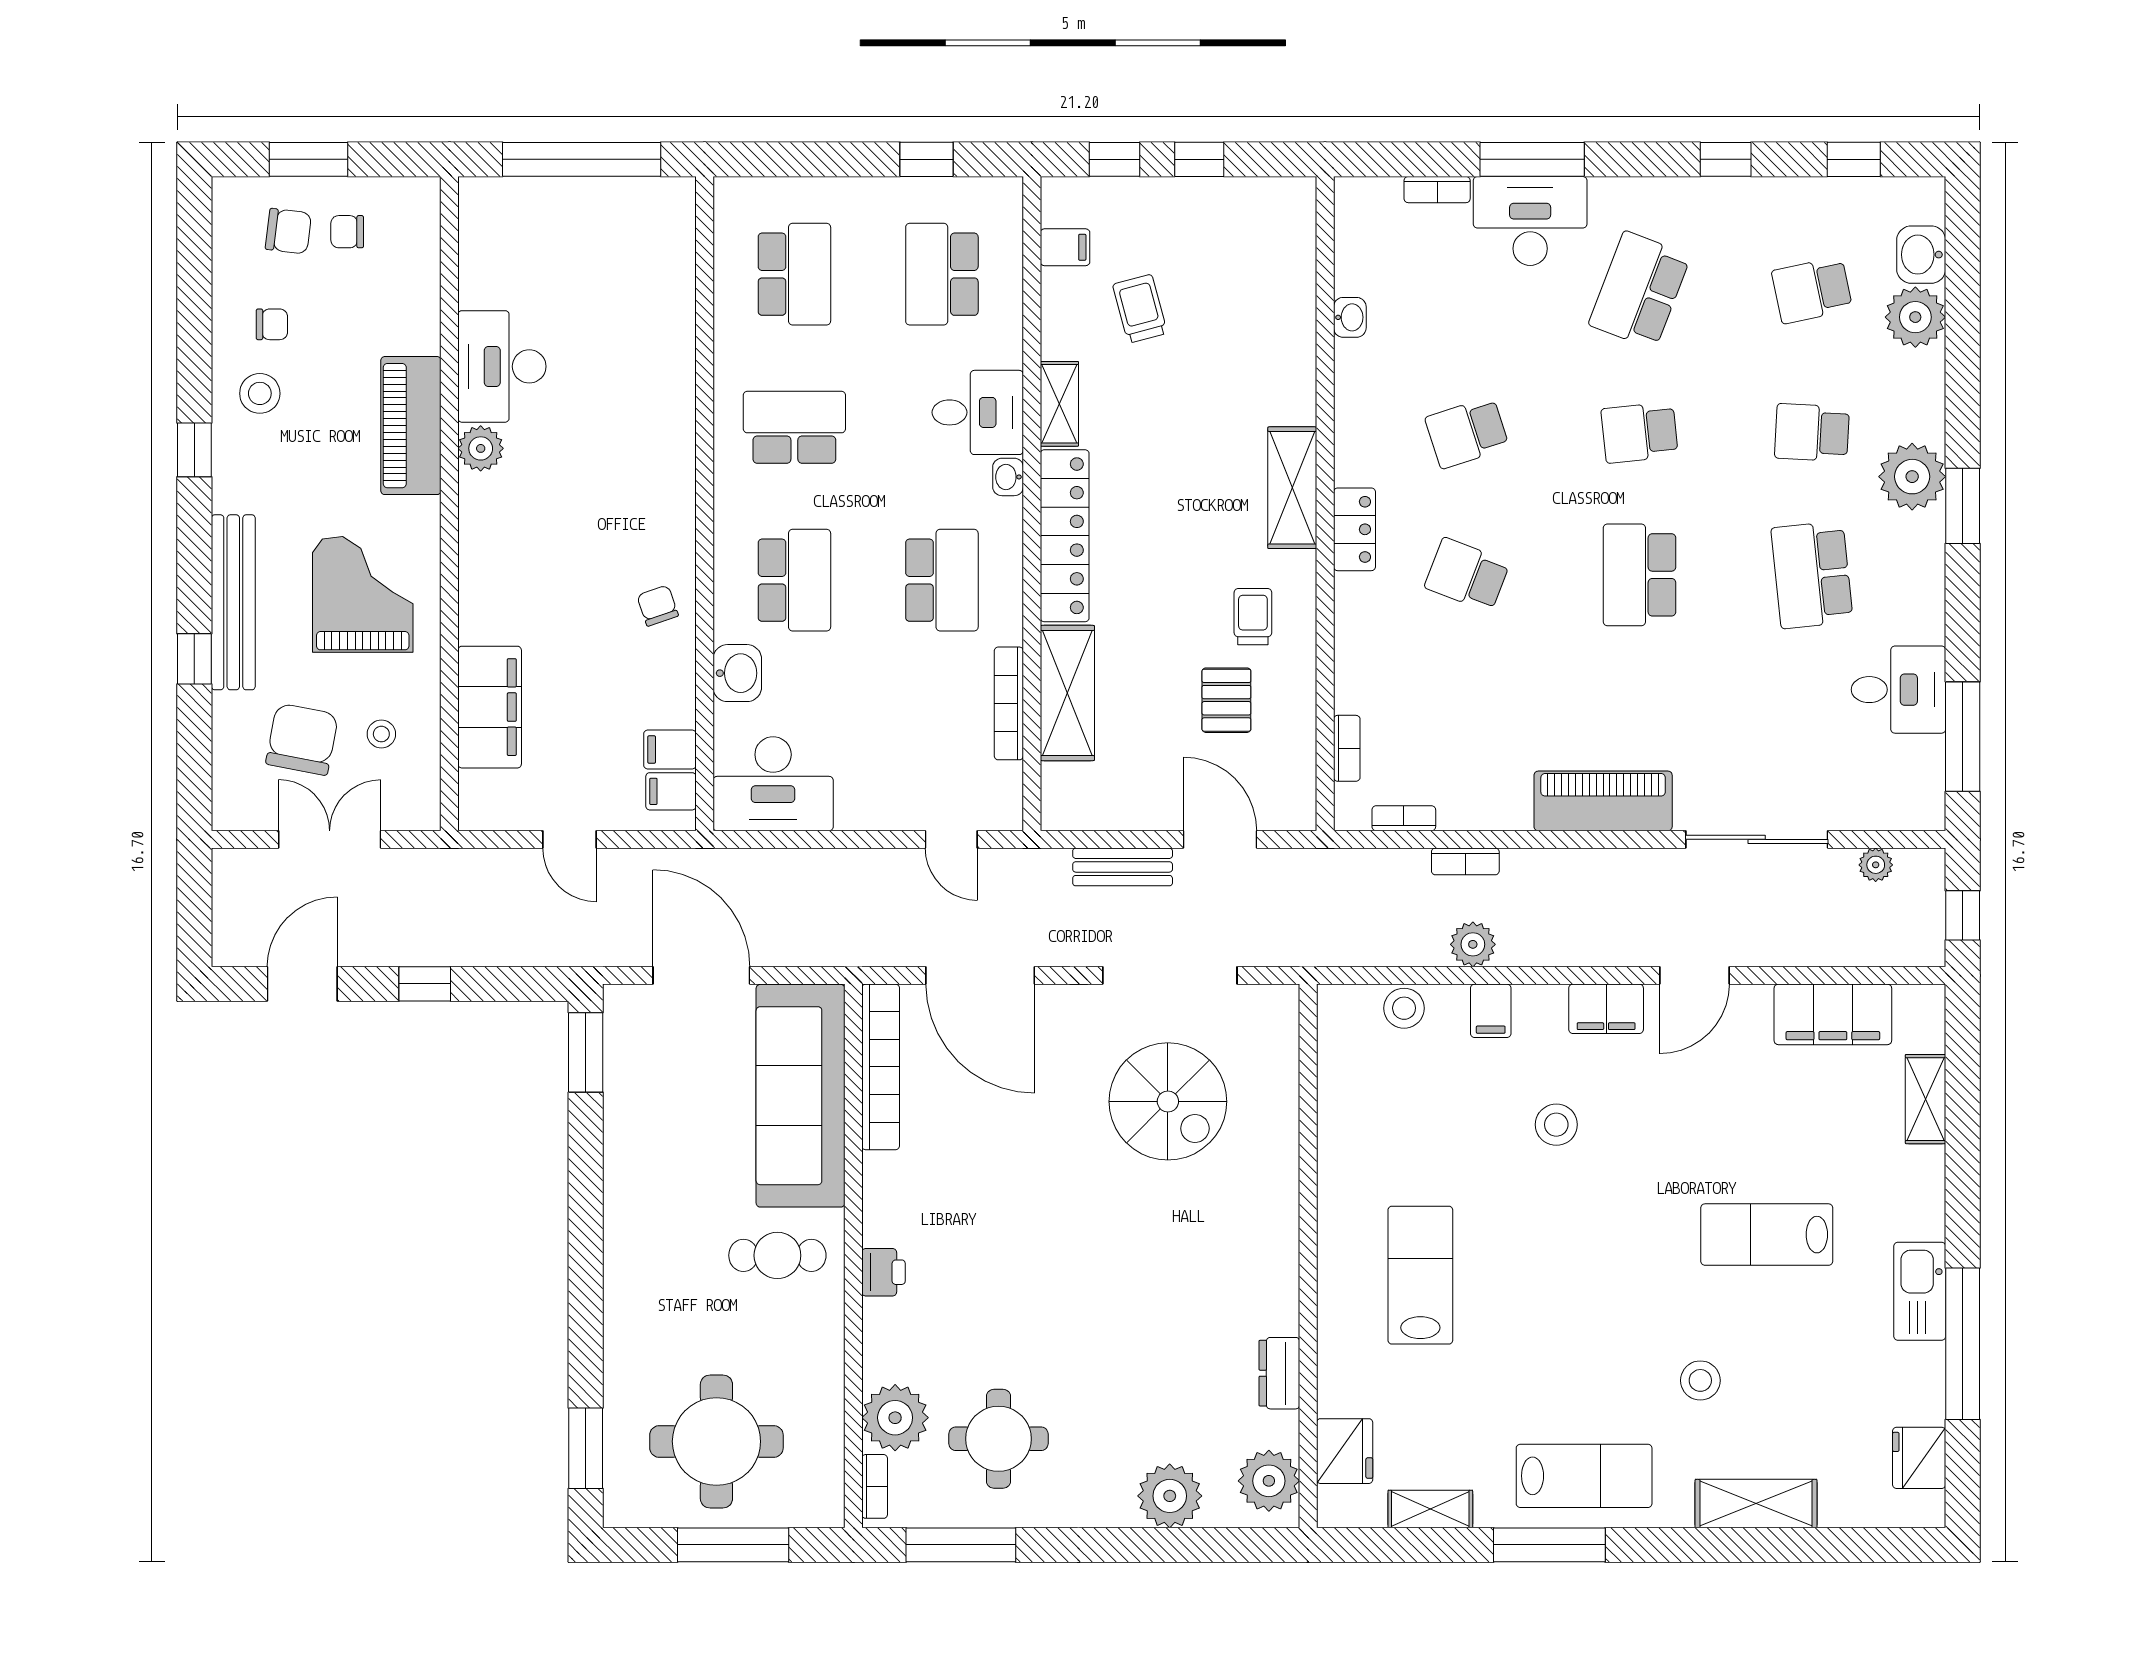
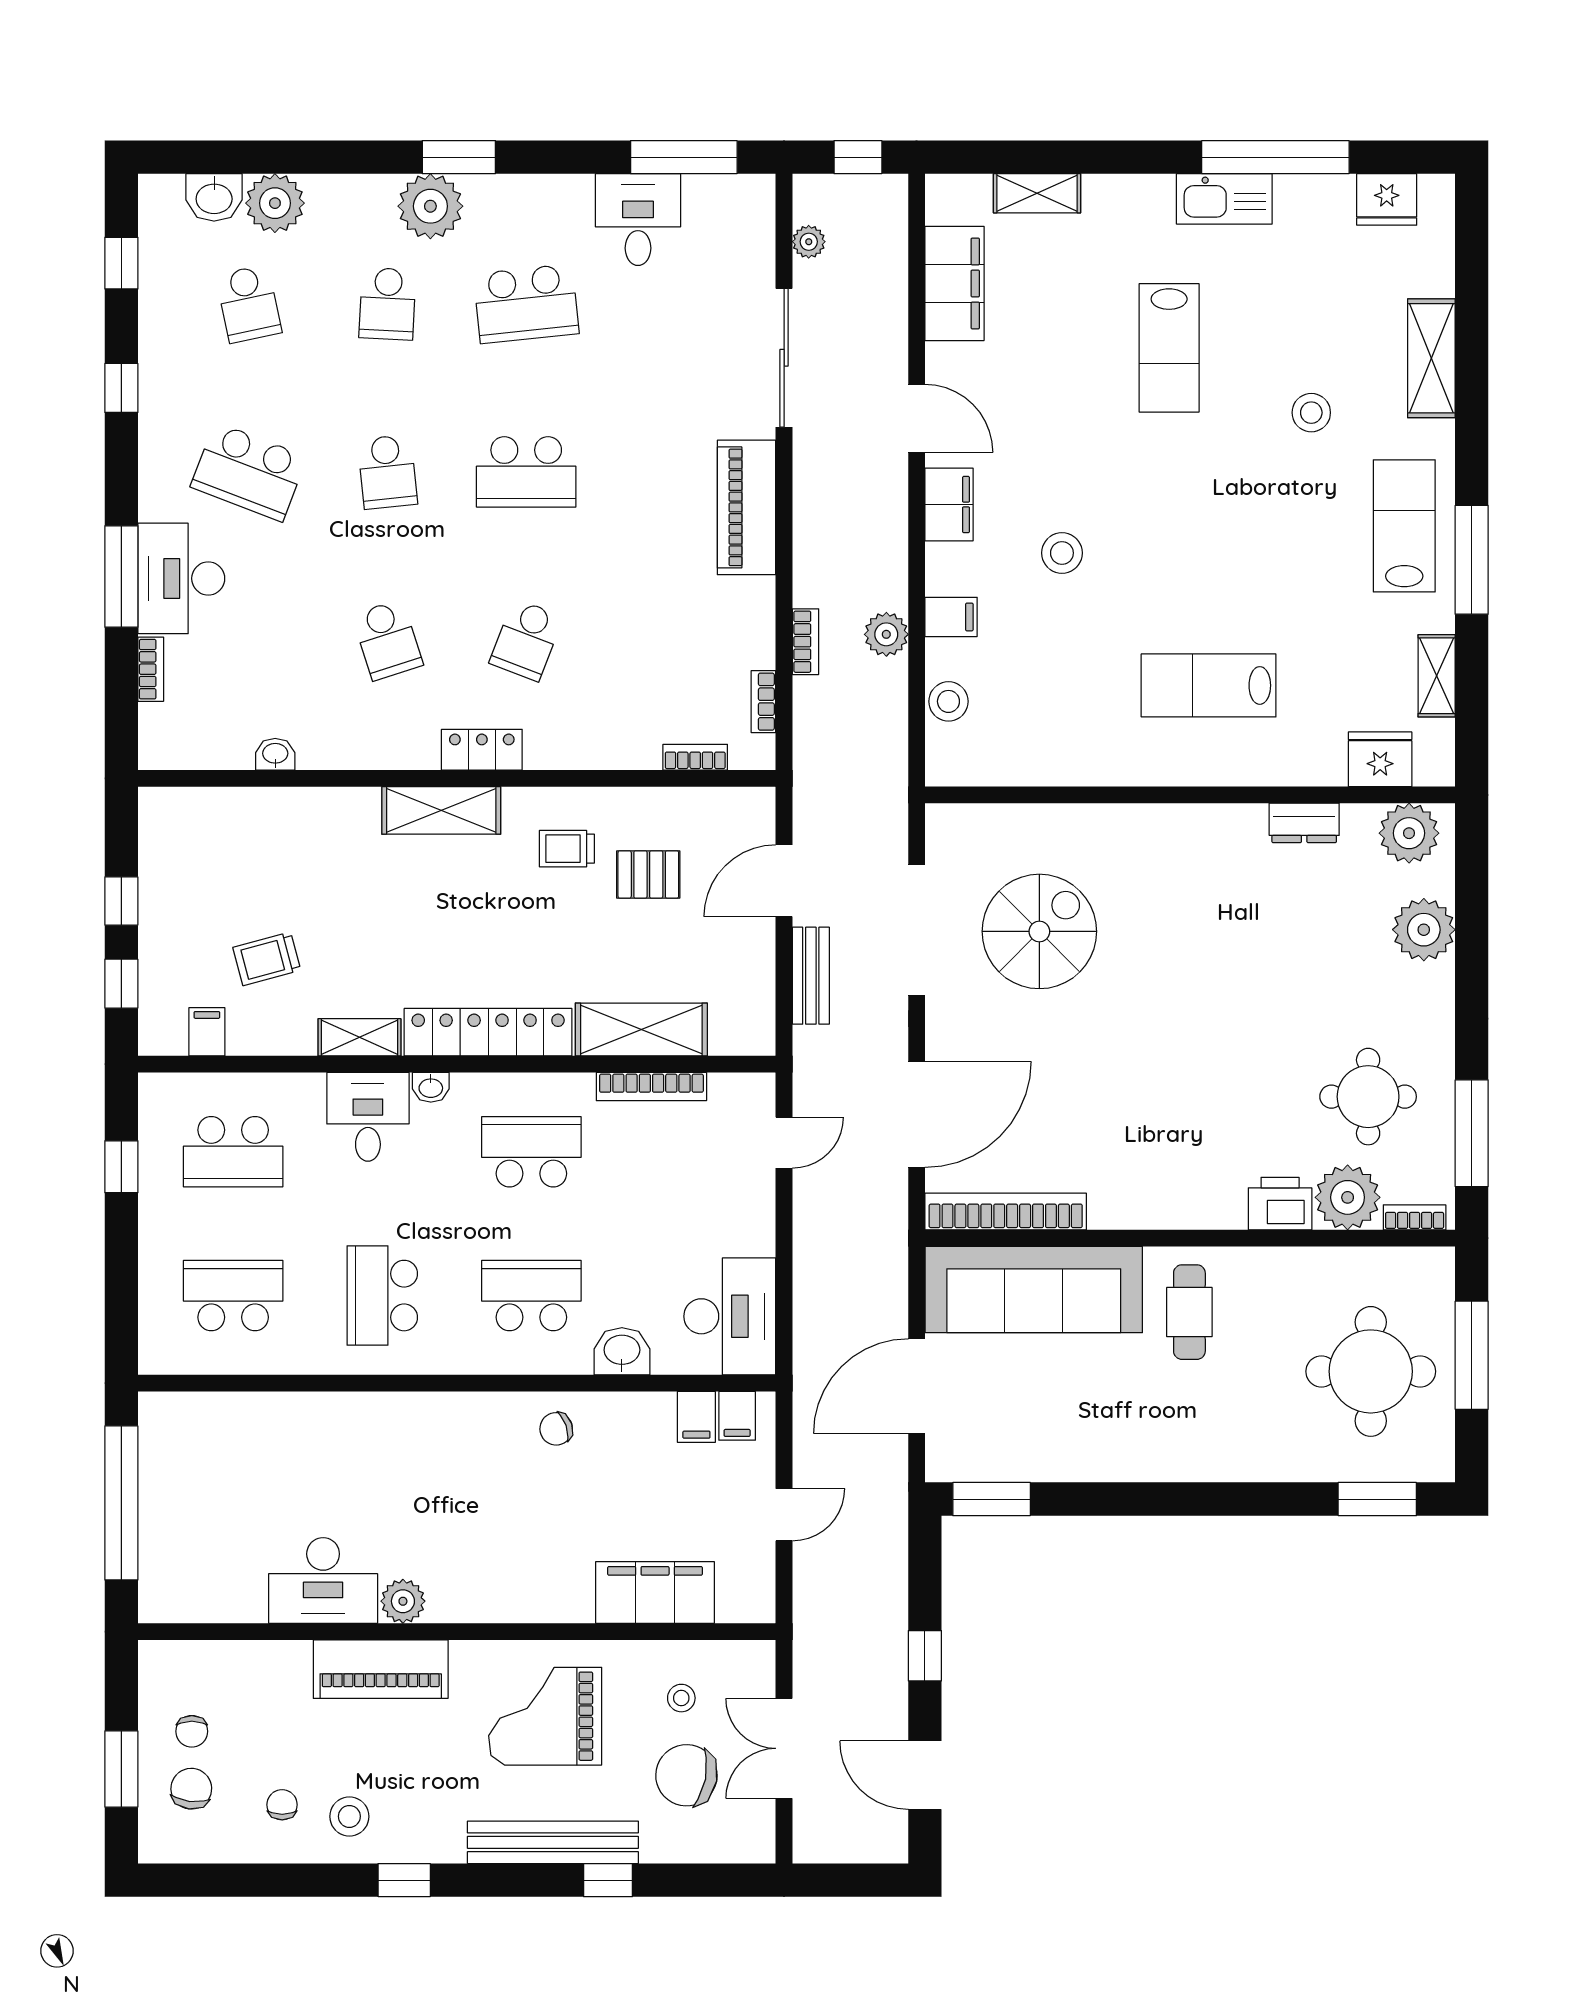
printer: (883, 1272) -> (1280, 1204), moved, width x1.36, depth x1.24

